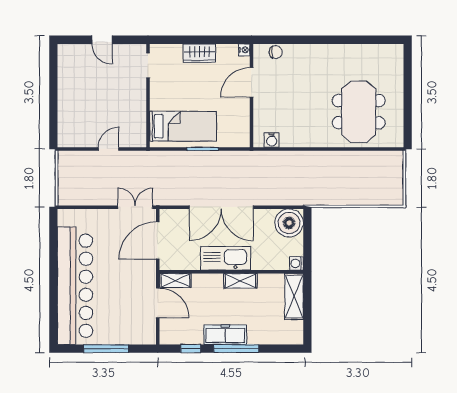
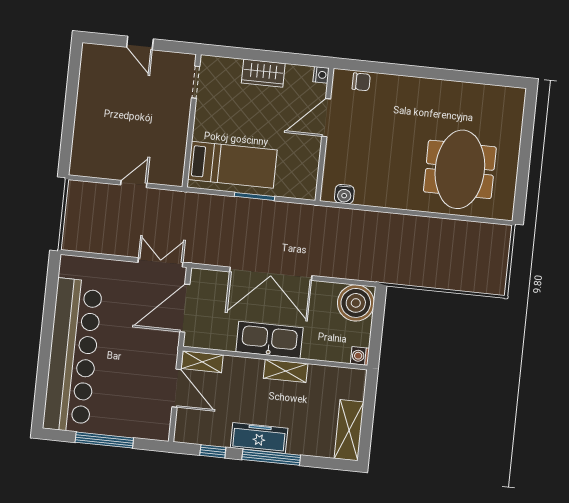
shelving: (294, 297) -> (349, 430), moved

